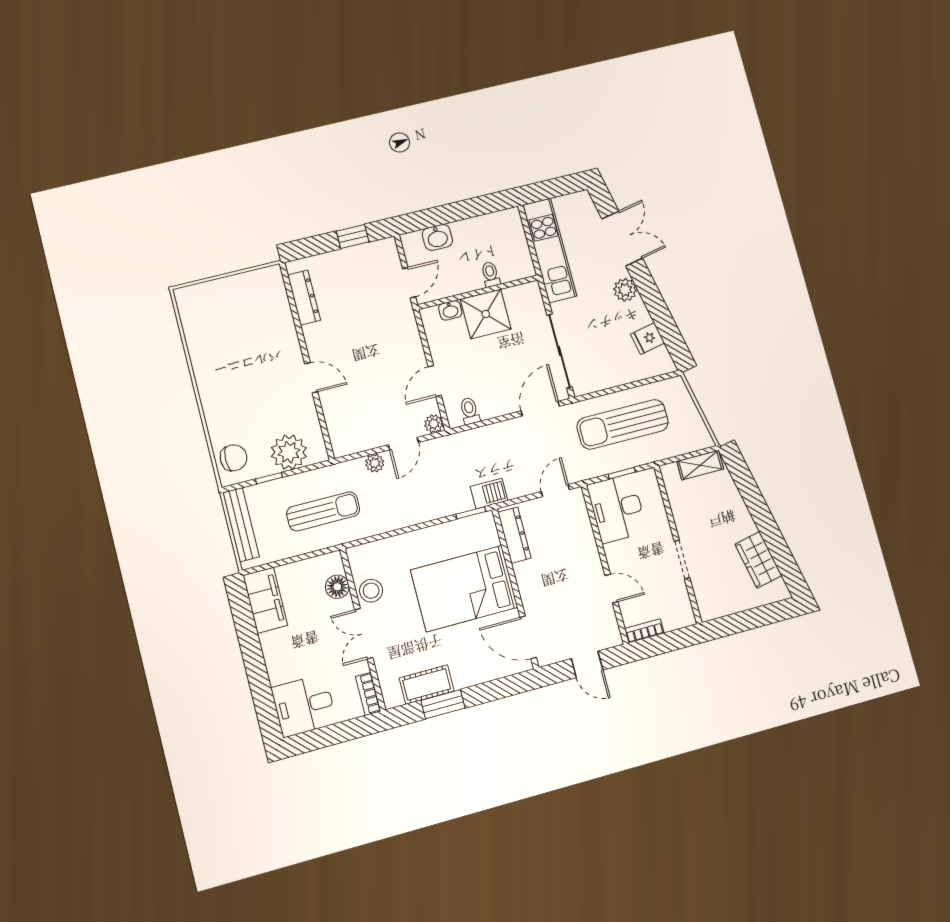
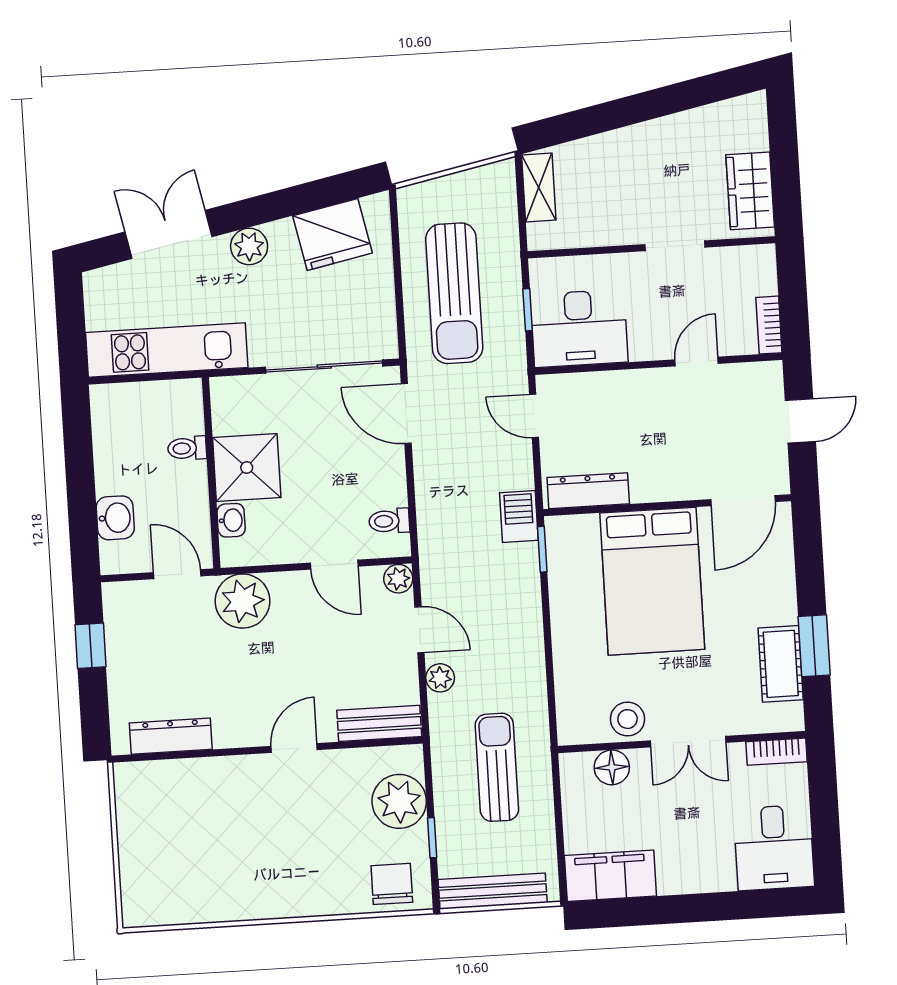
plant: (400, 327) -> (243, 601), added
fridge: (648, 339) -> (332, 234), width x1.88, depth x1.34
bench: (338, 429) -> (379, 723), added
wardrobe: (758, 560) -> (750, 191), moved, turned 102

